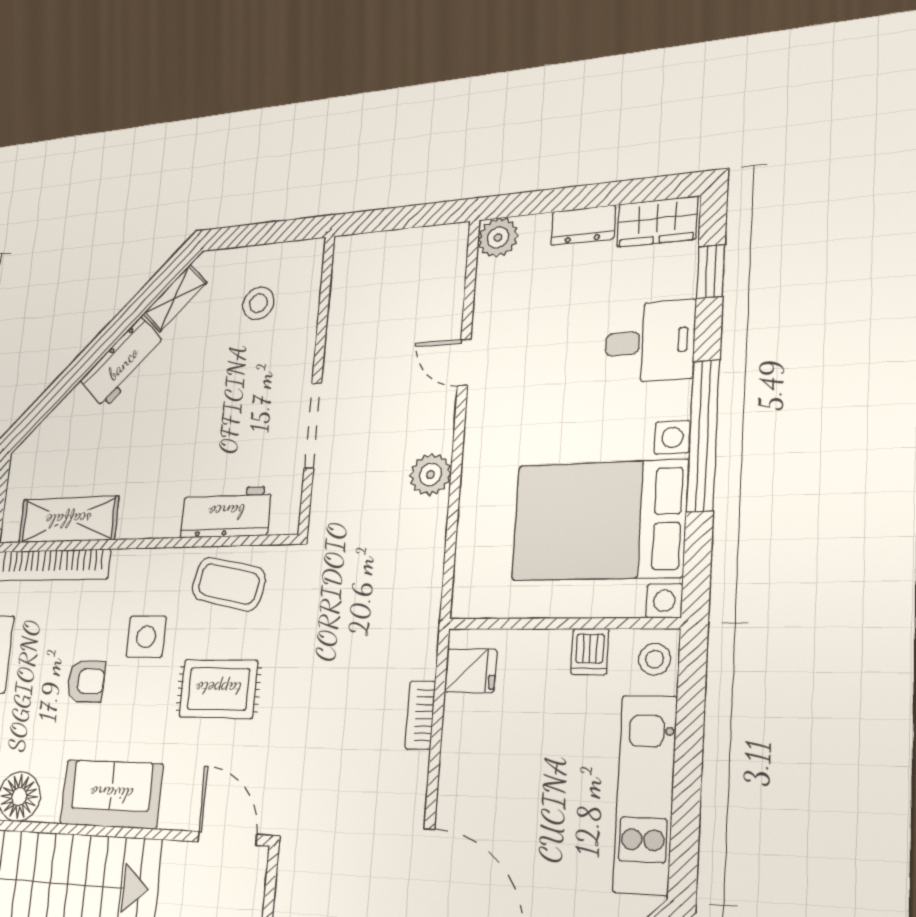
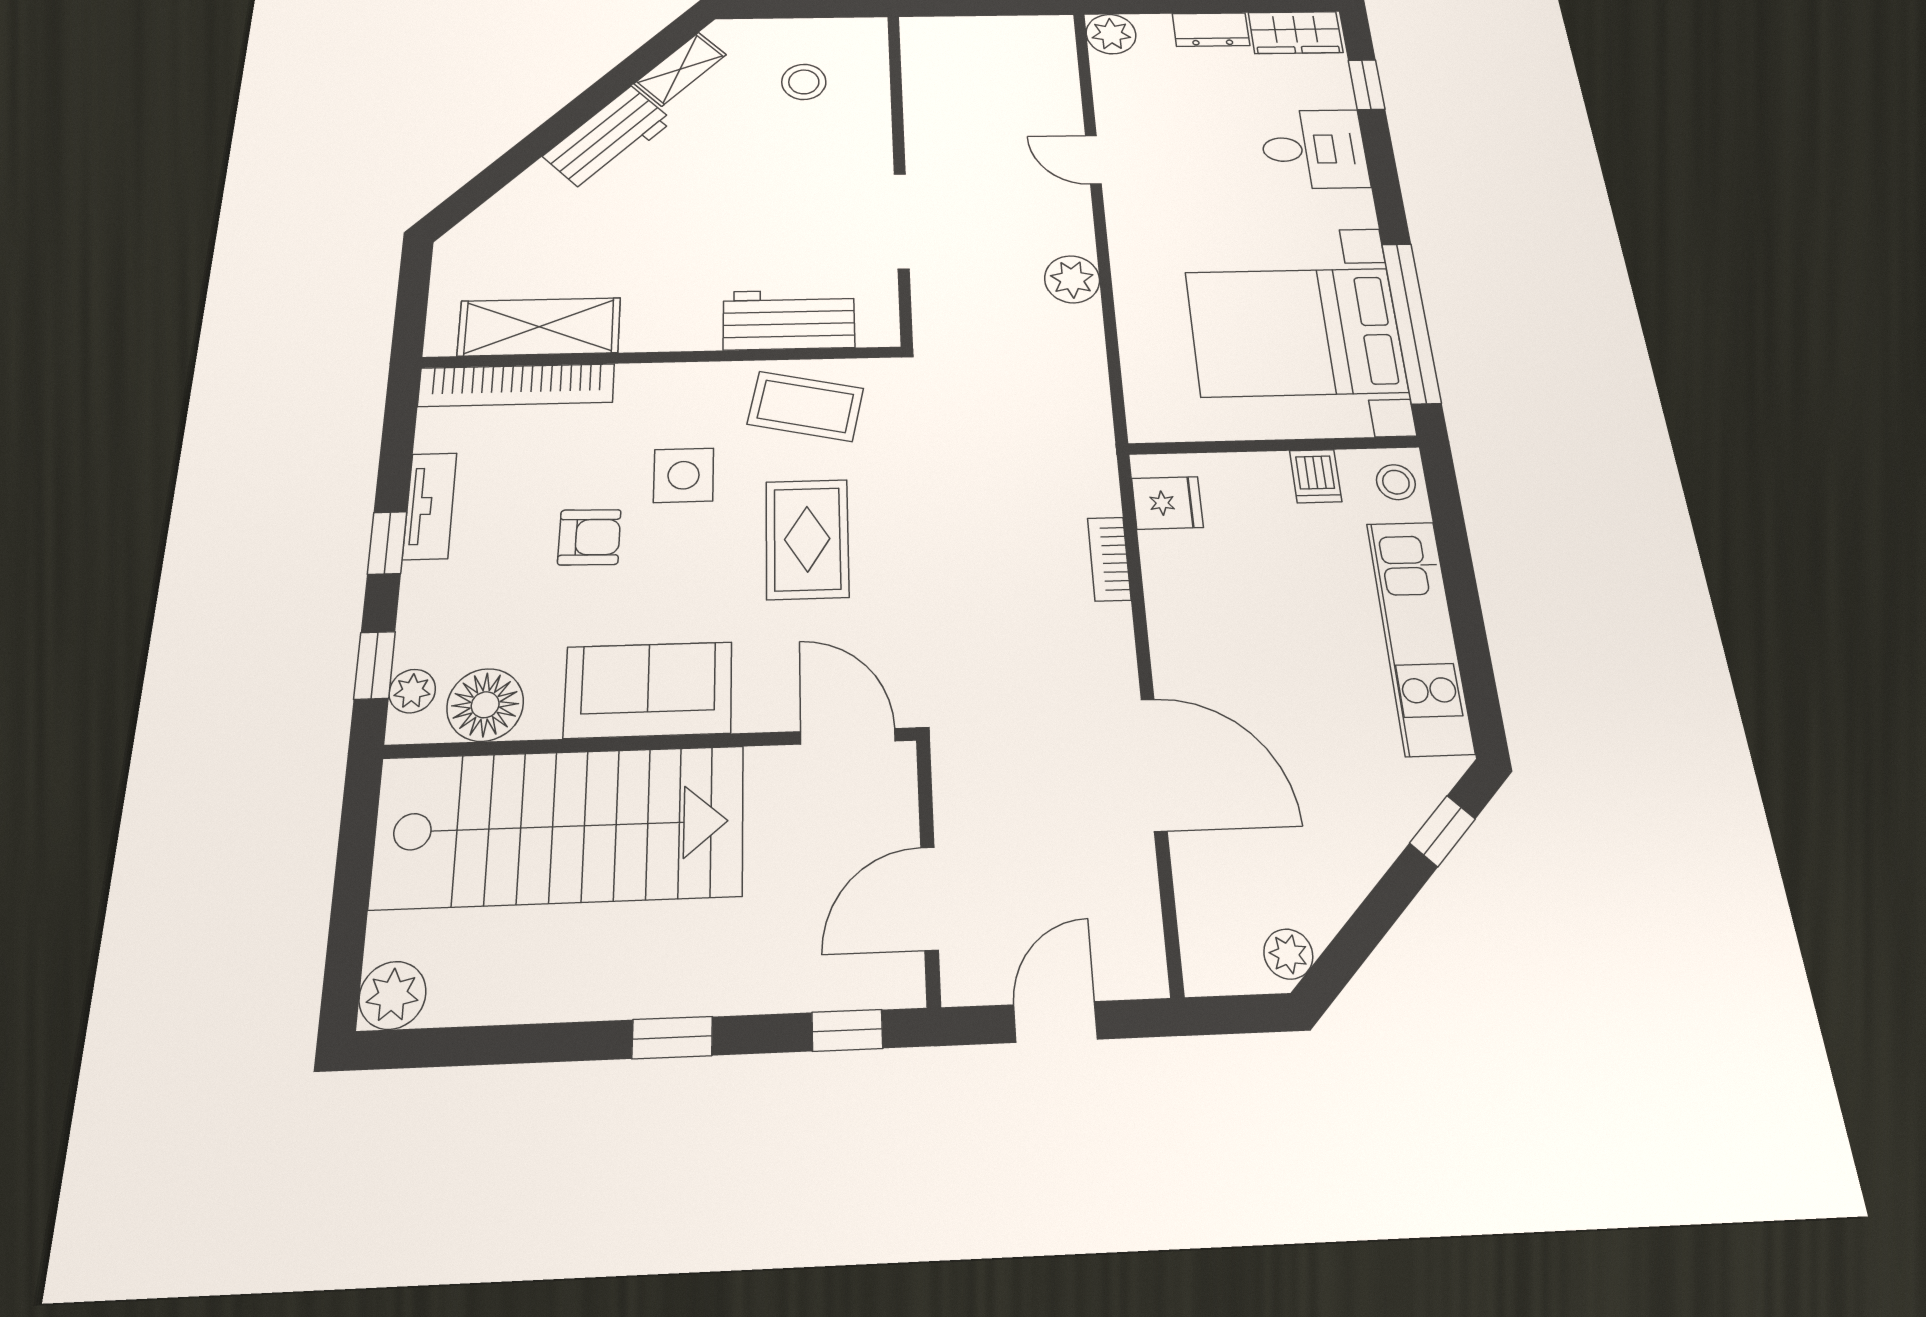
window: (703, 435) -> (1411, 322), moved
rug: (218, 689) -> (807, 539), turned 90

